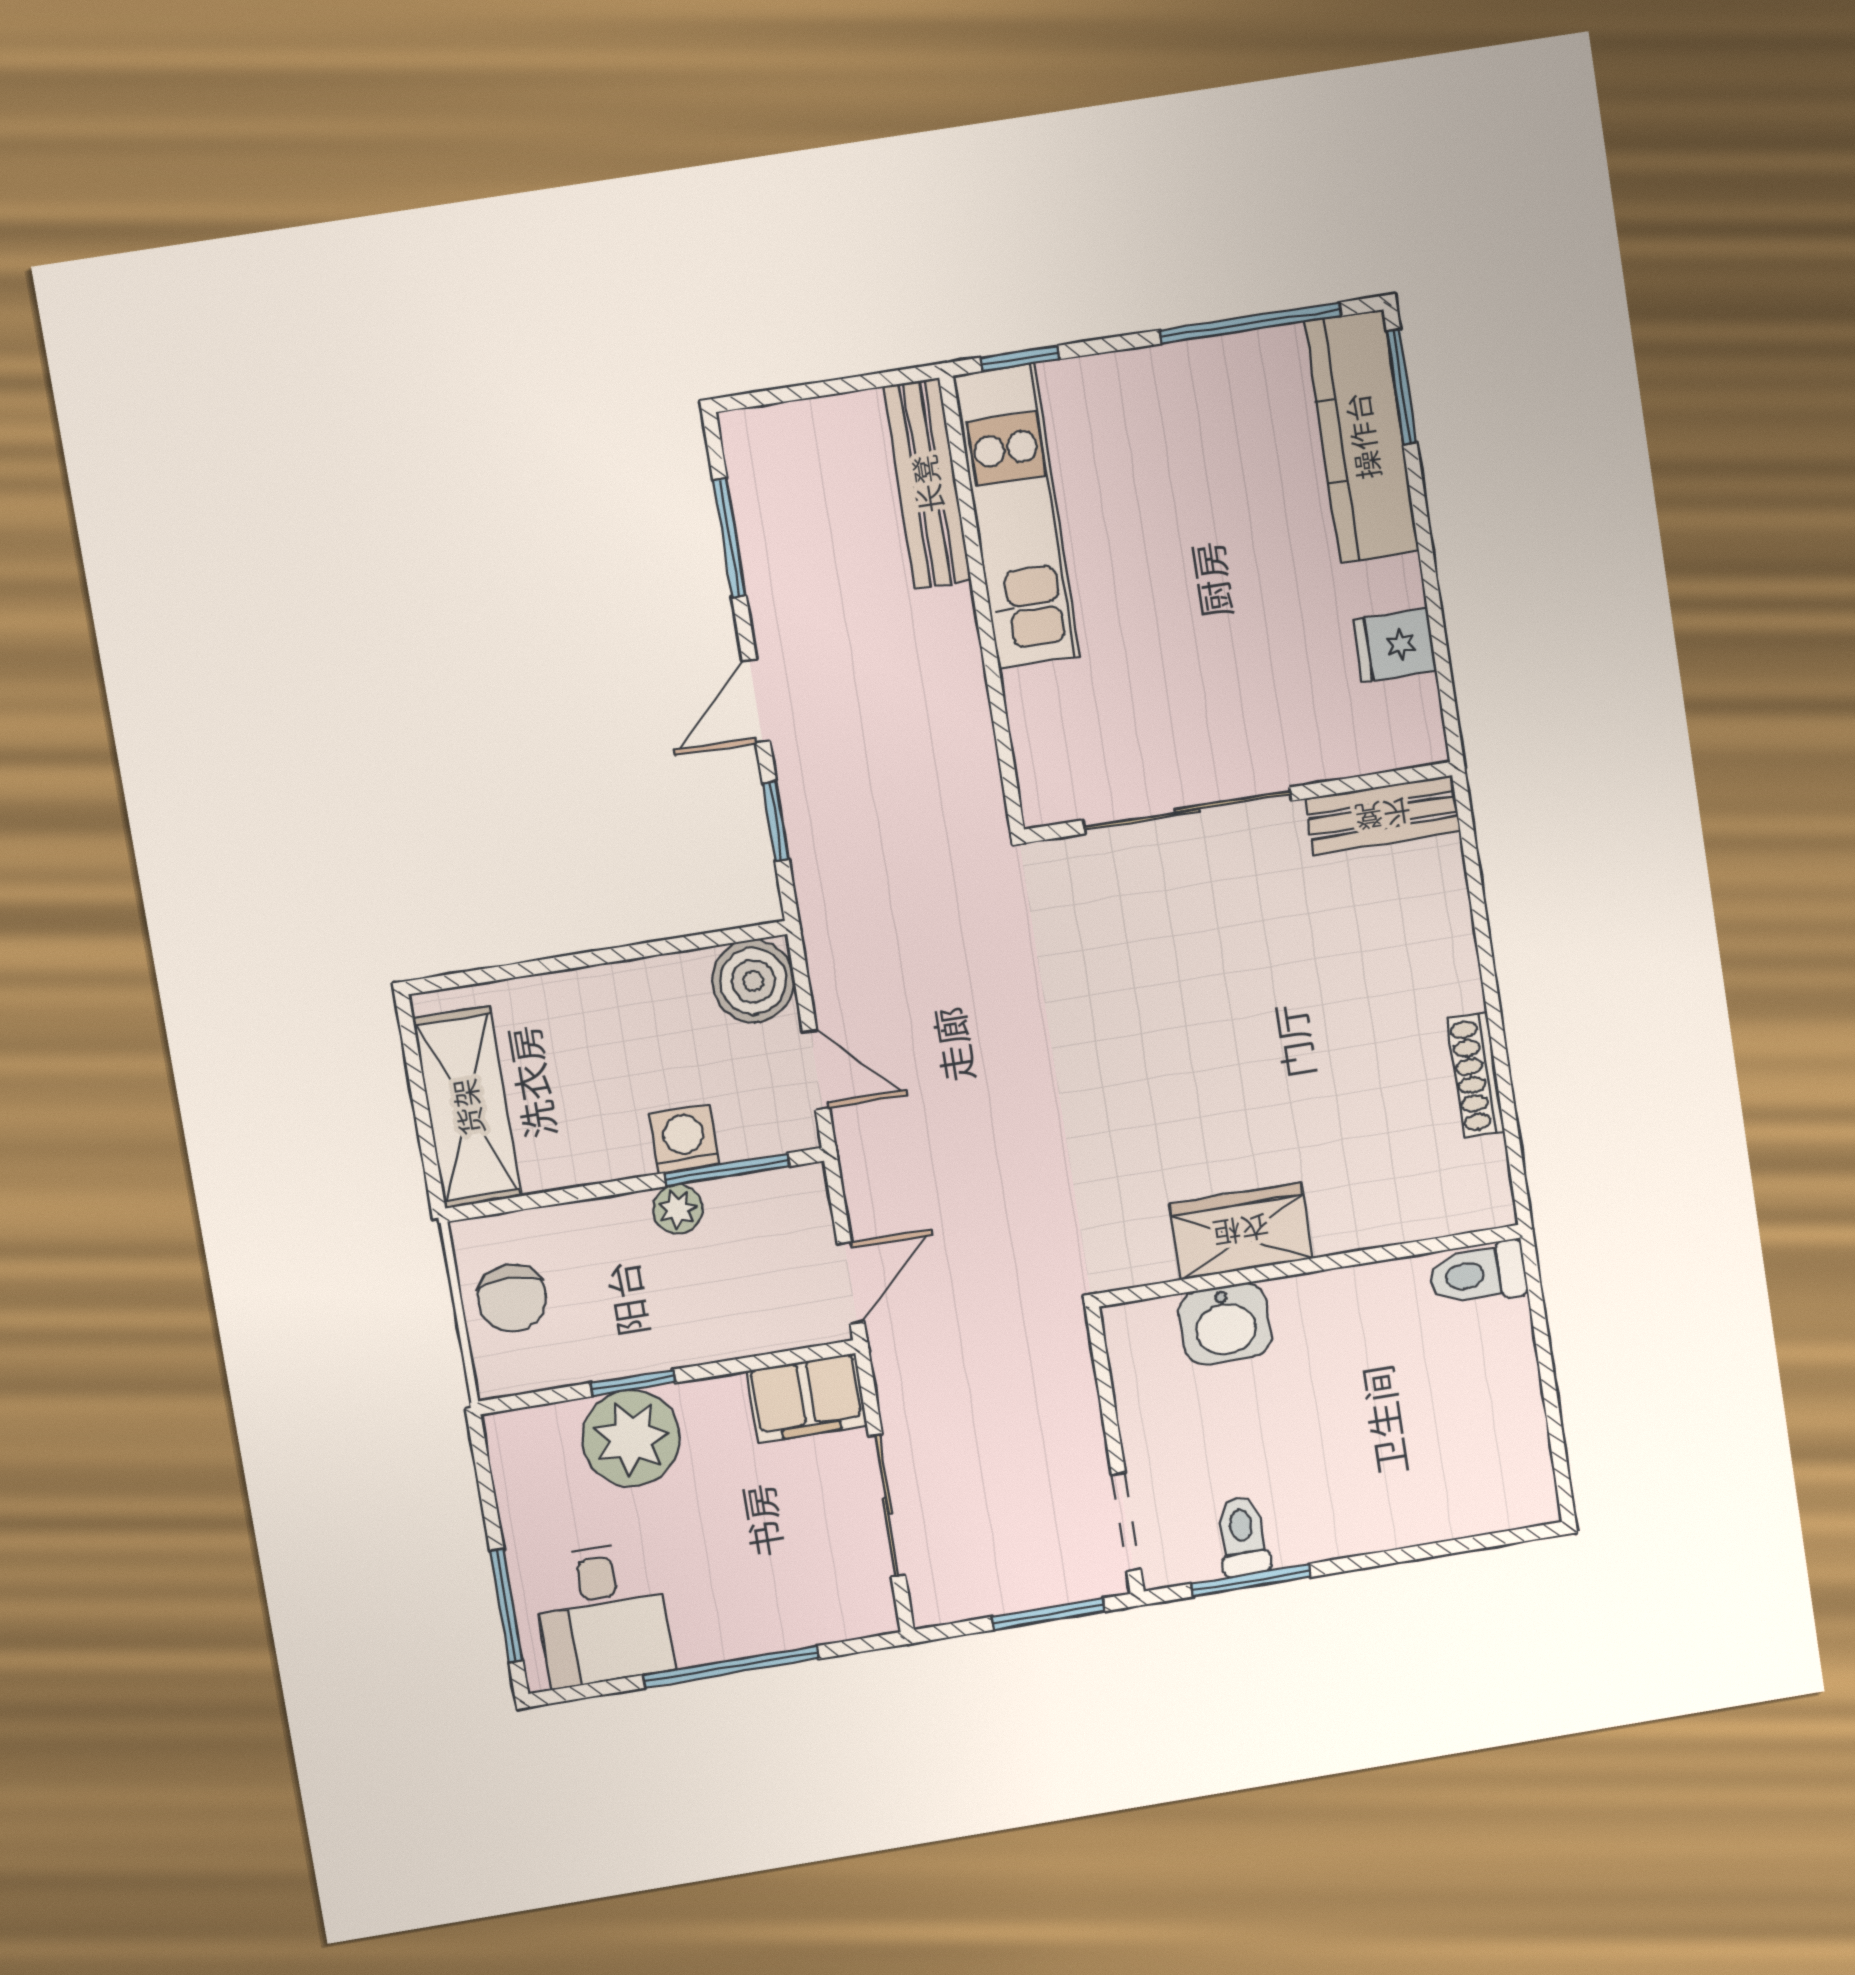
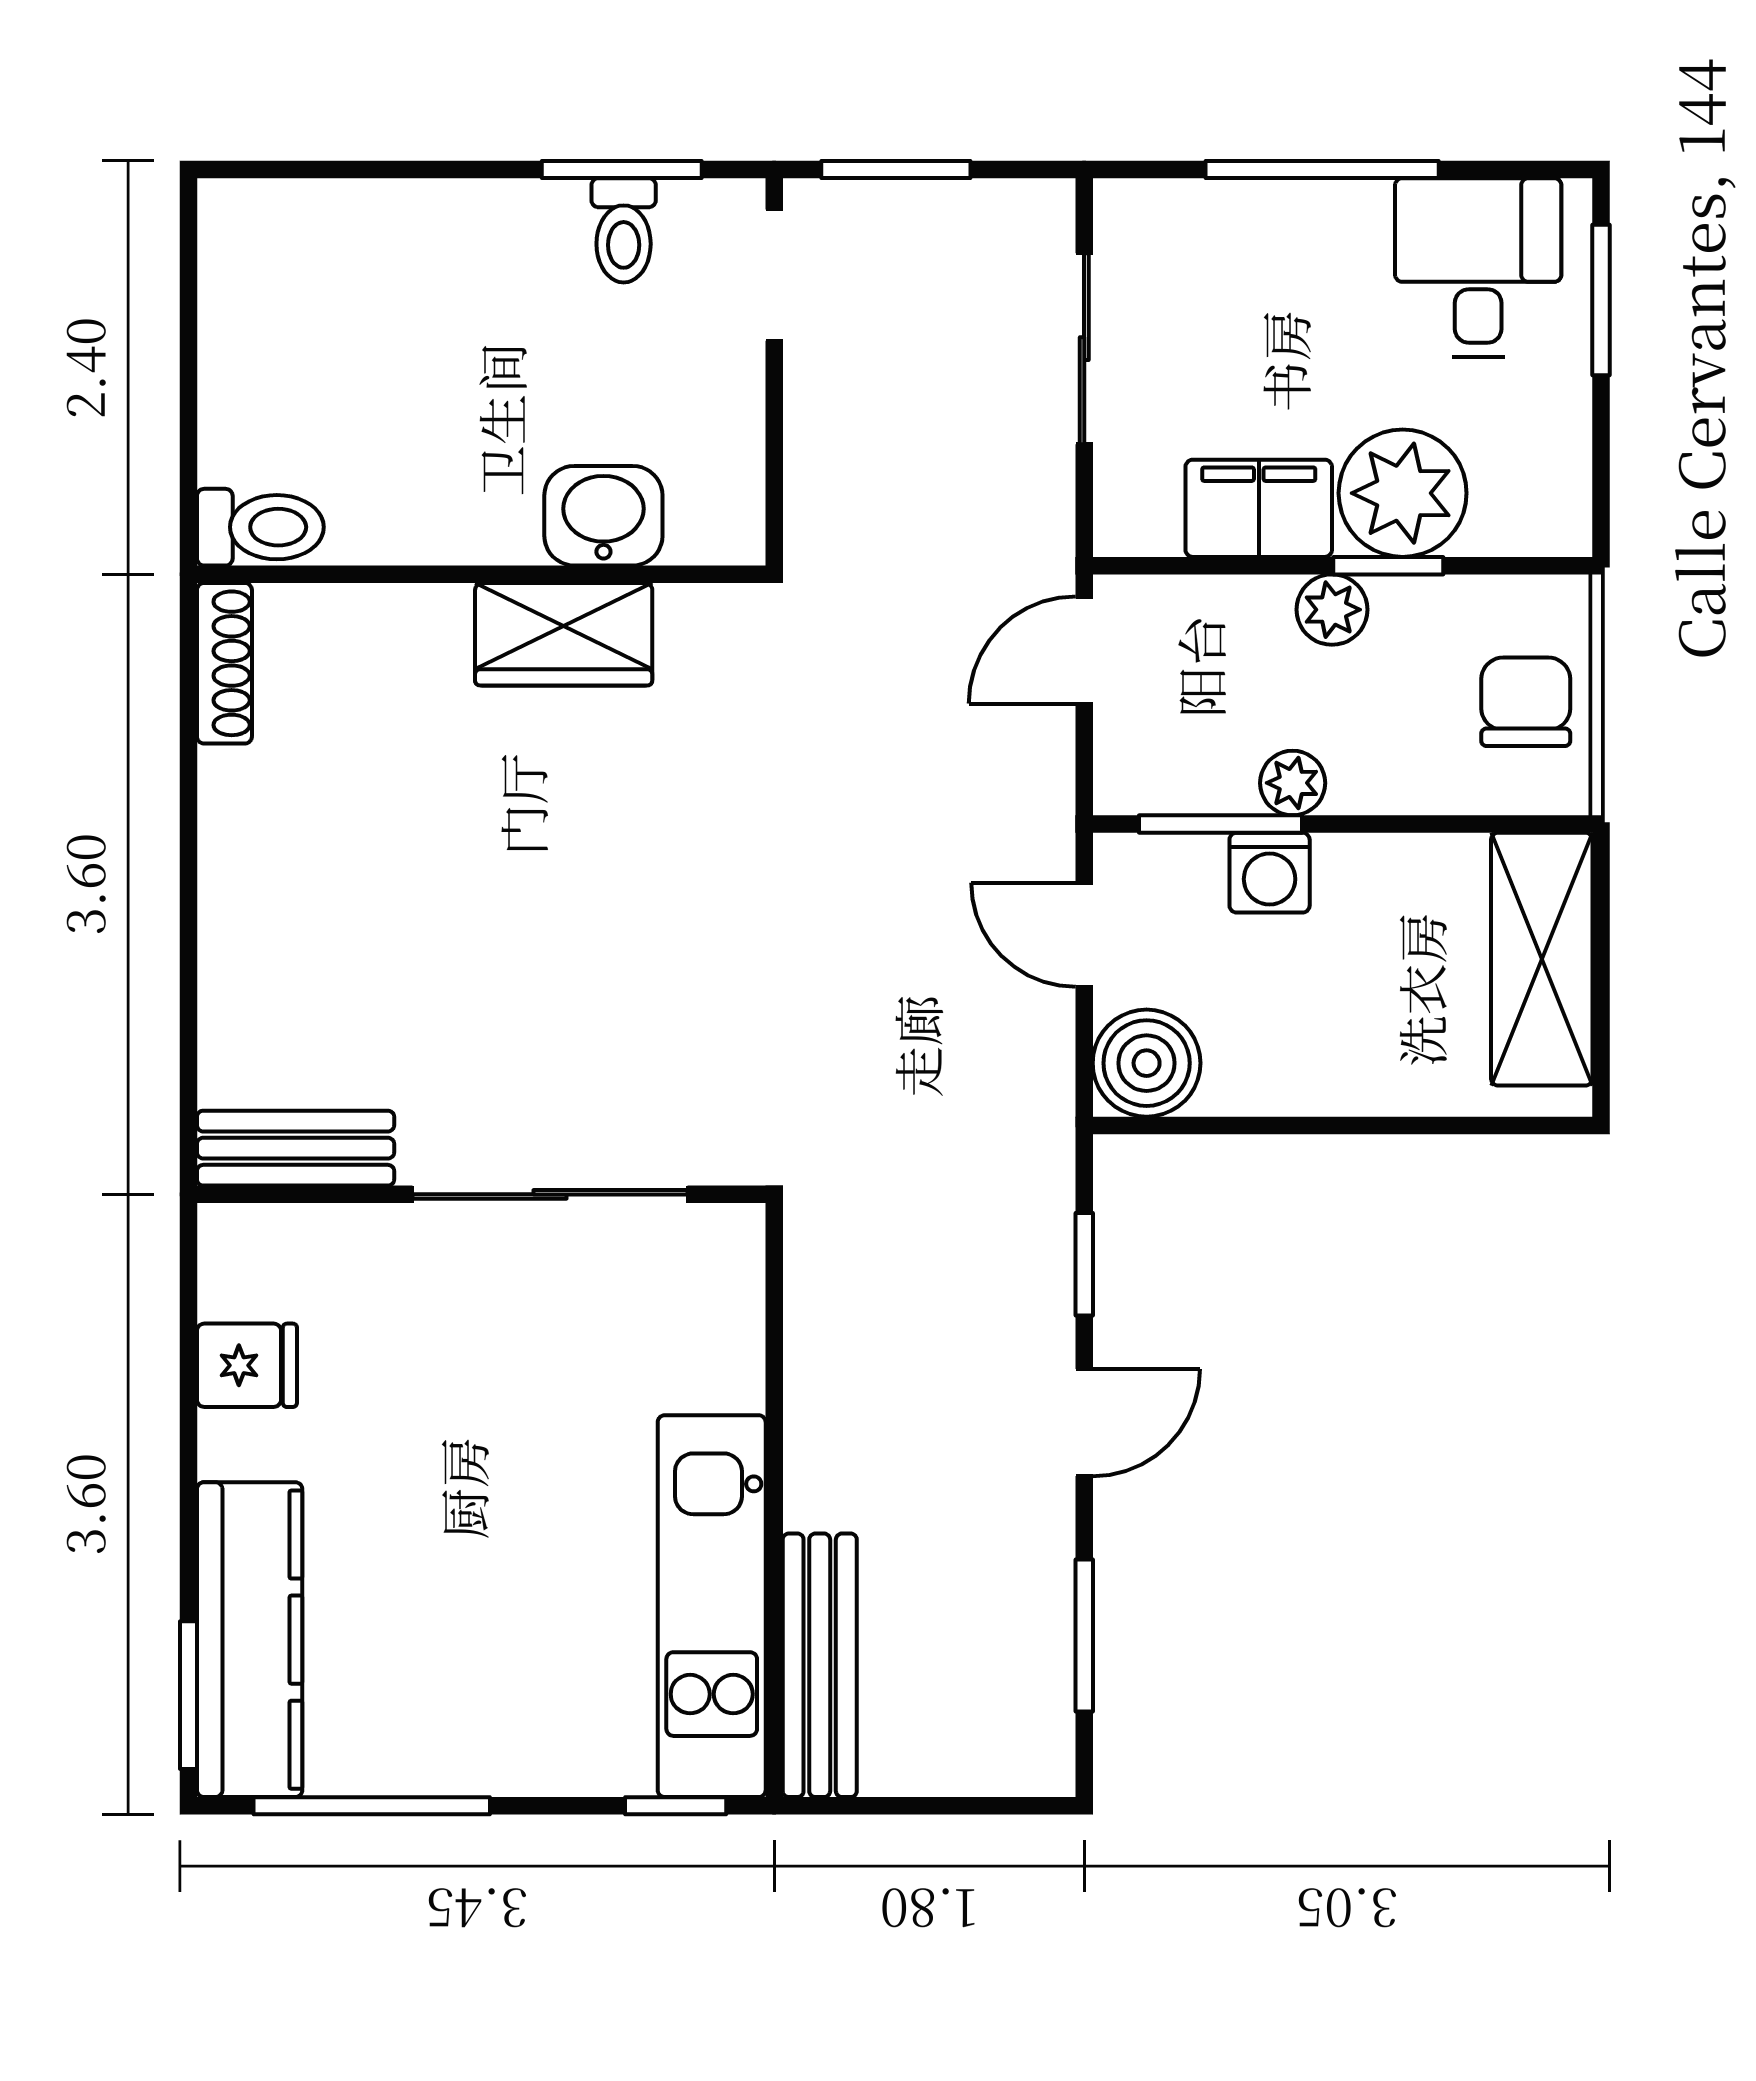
shoe rack: (1476, 1075) -> (224, 663), moved
plant: (670, 1343) -> (1332, 610), added
filing cabinet: (807, 1398) -> (1259, 508), moved

